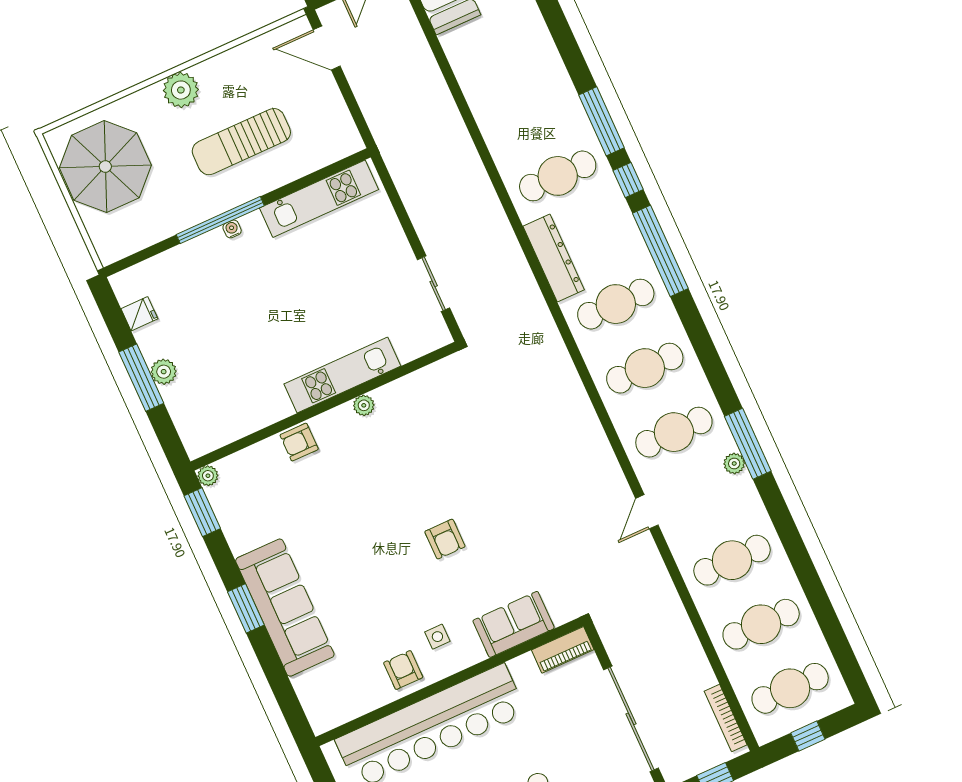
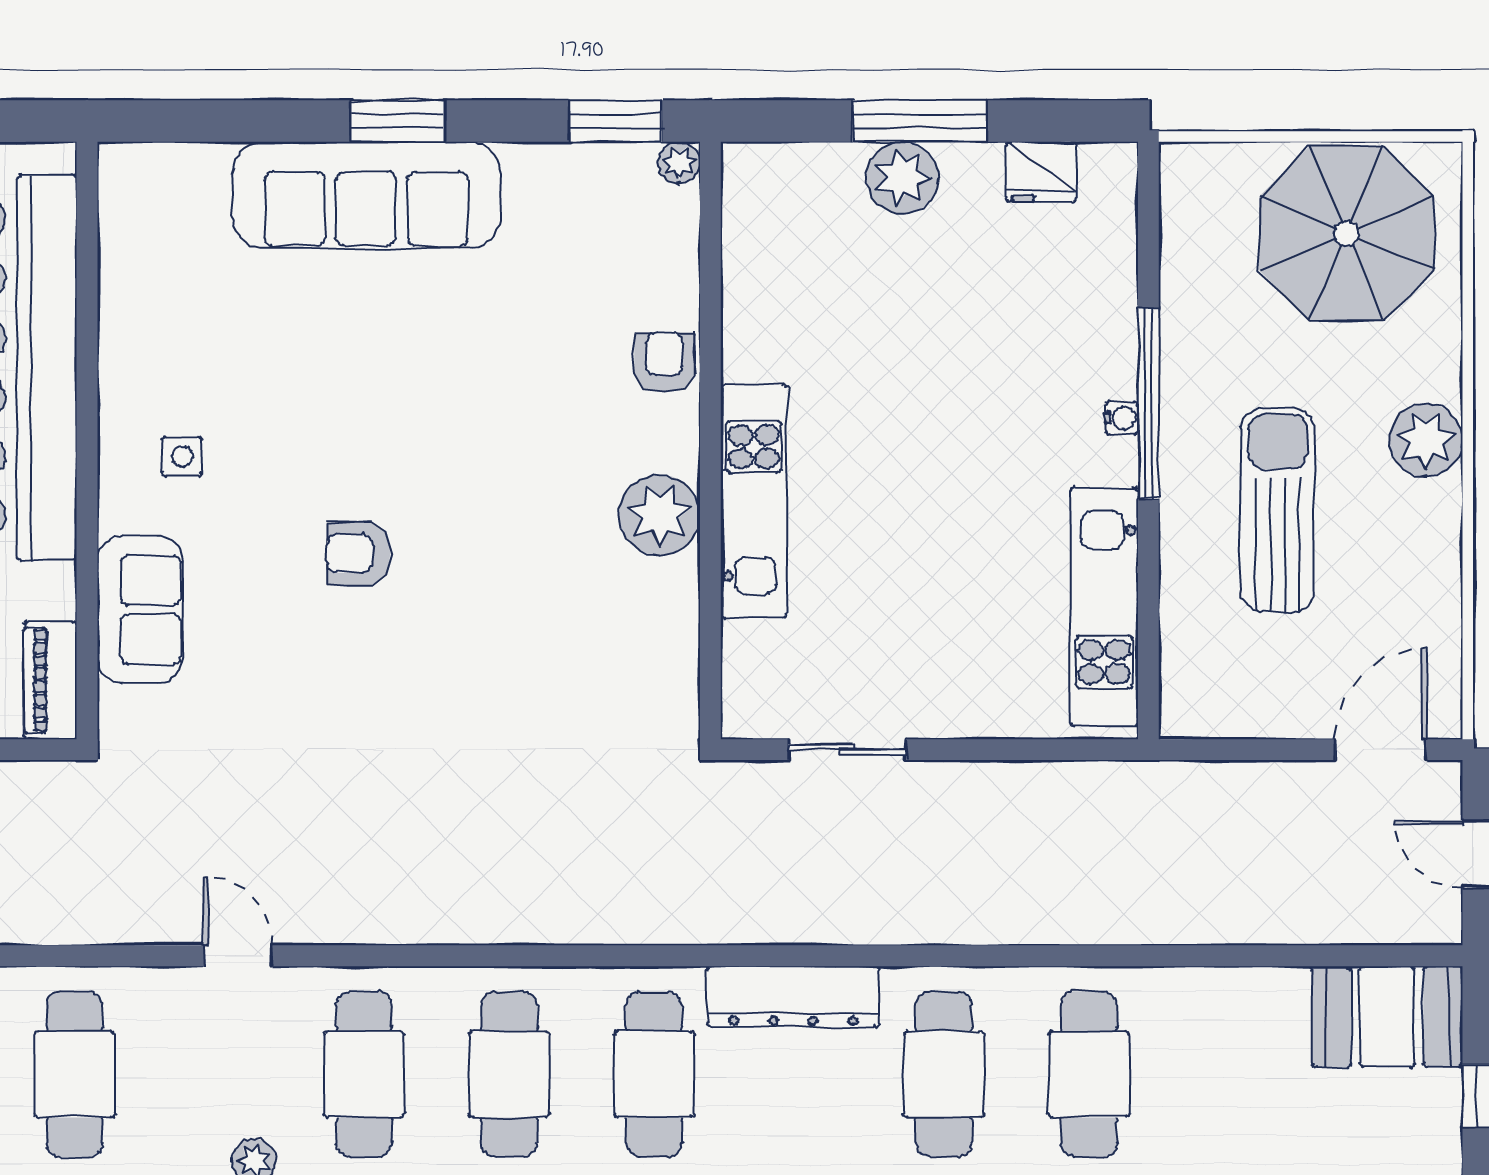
cafe table: (529, 112) -> (1089, 1074), added
fridge: (139, 314) -> (1041, 172), width x1.38
plant: (164, 372) -> (902, 178), width x1.36, depth x1.36
plant: (364, 405) -> (660, 515), width x1.87, depth x1.87
armchair: (403, 670) -> (148, 364), removed

